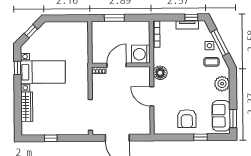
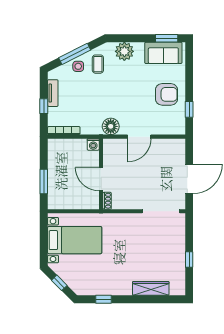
window: (191, 17) -> (44, 106), moved
washing machine: (141, 54) -> (93, 144), width x0.53, depth x0.53
bed with nightstands: (43, 72) -> (75, 240), moved, turned 90
window: (200, 137) -> (189, 109), moved

